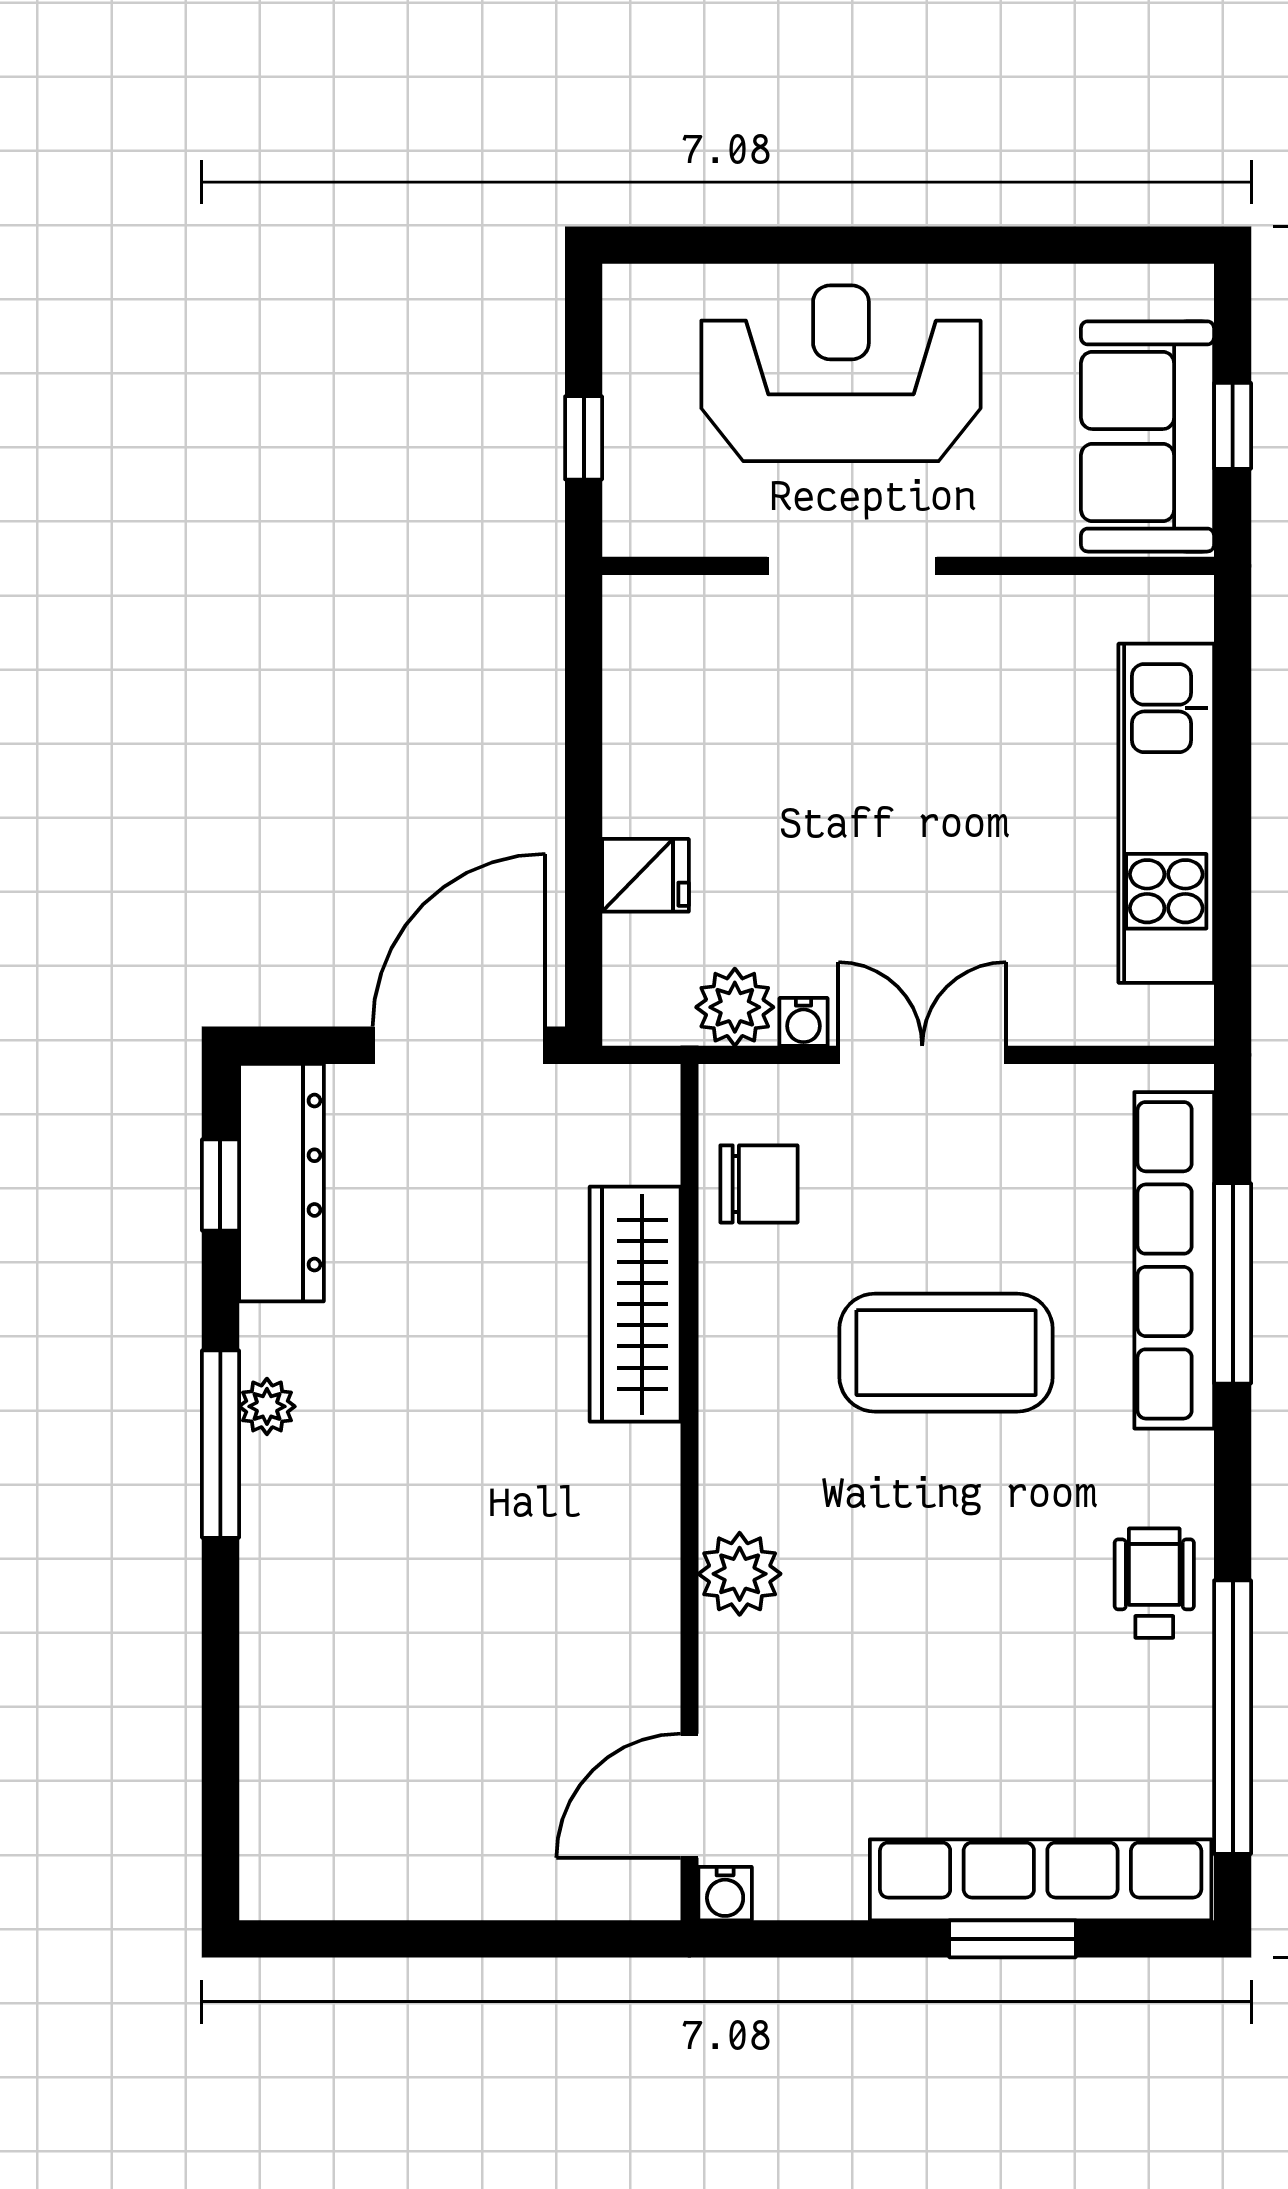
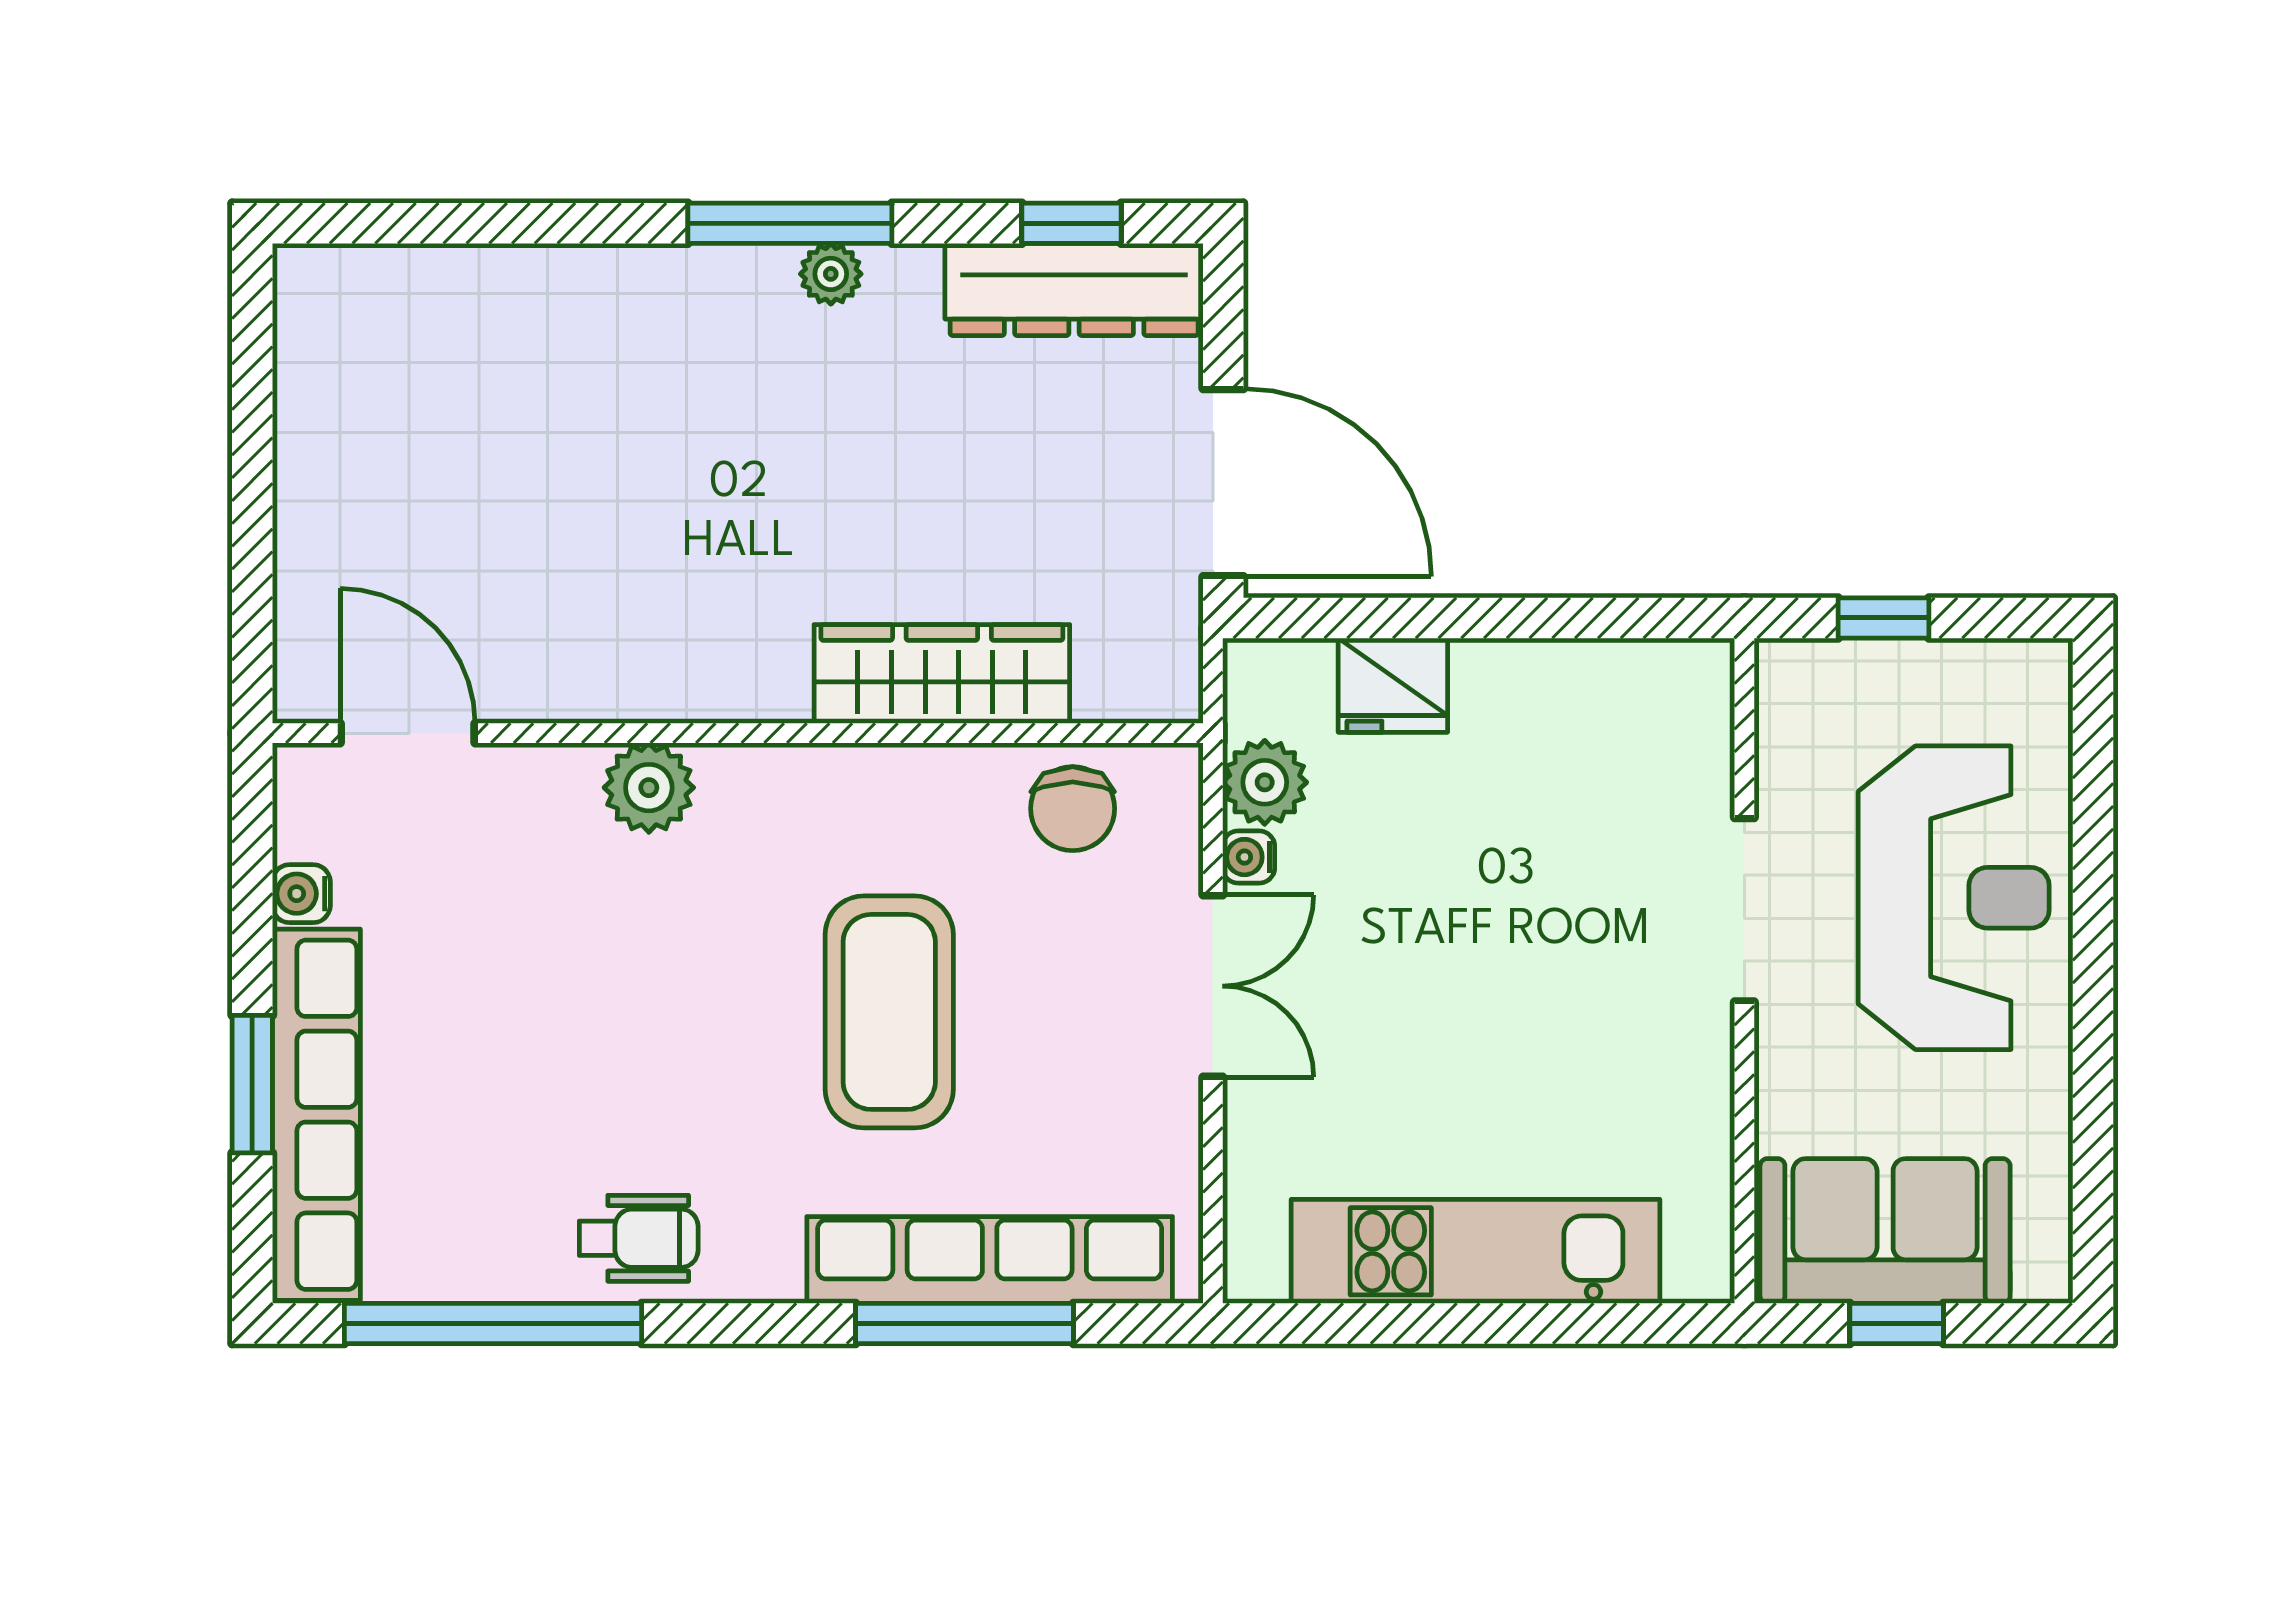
fridge: (645, 875) -> (1393, 685), width x1.38
water cooler: (725, 1894) -> (301, 894), moved

